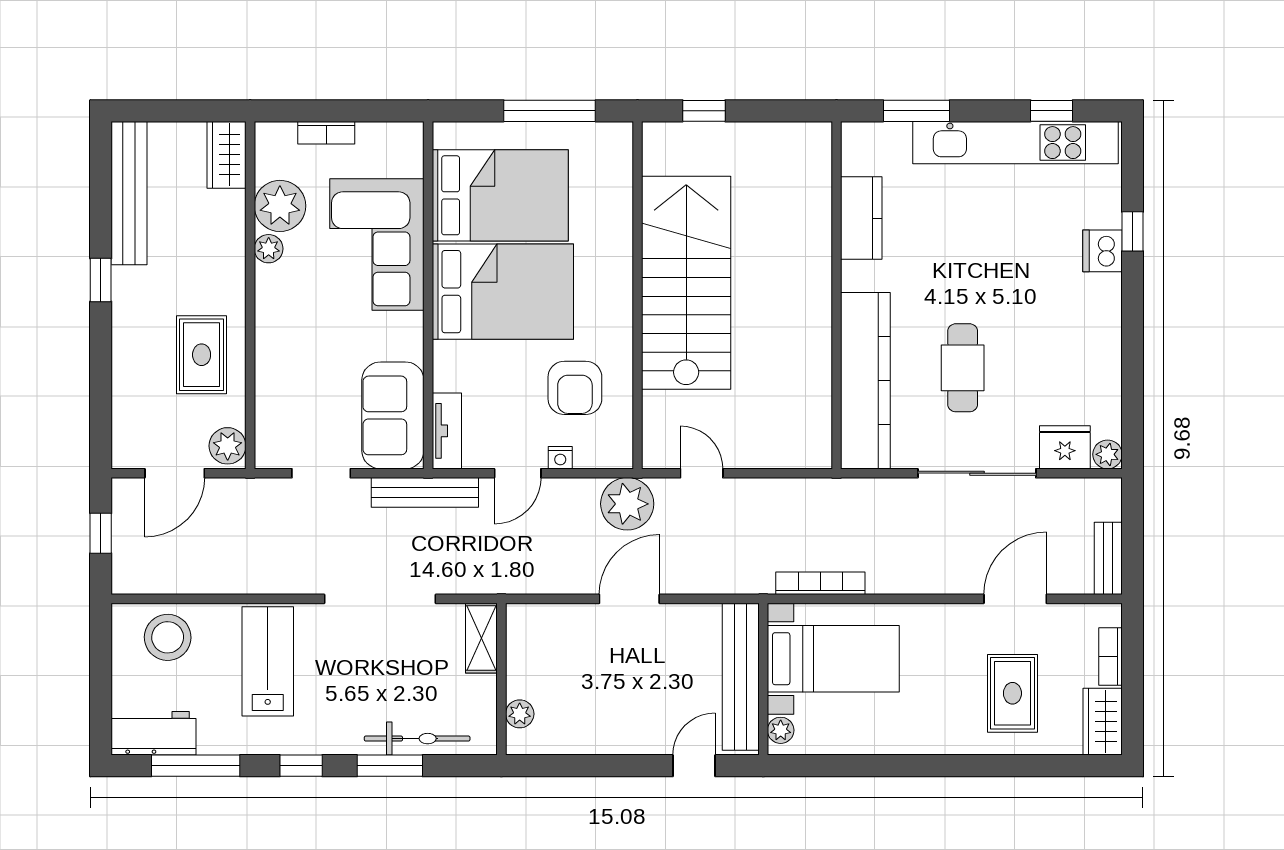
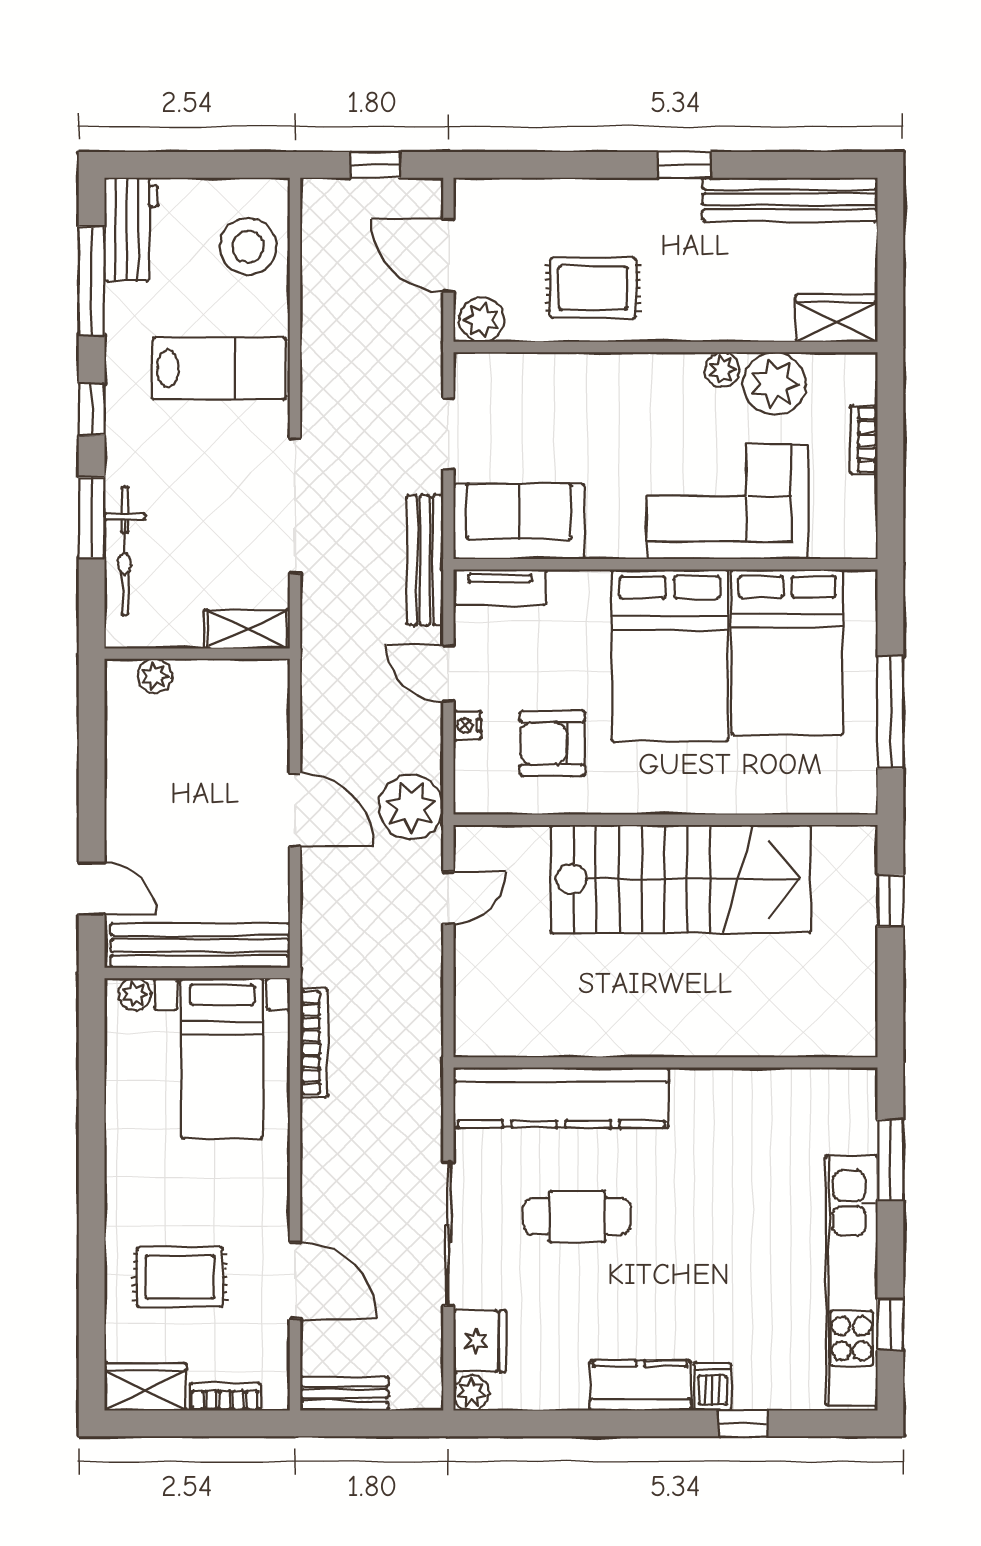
kitchen counter: (861, 218) -> (640, 1385), moved, turned 180
dishwasher: (1102, 251) -> (713, 1387), width x0.73

